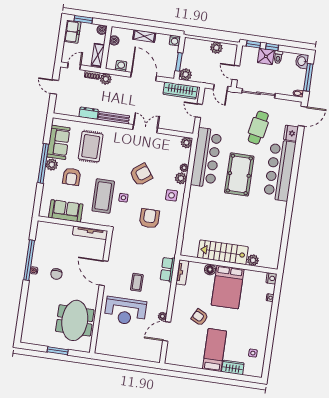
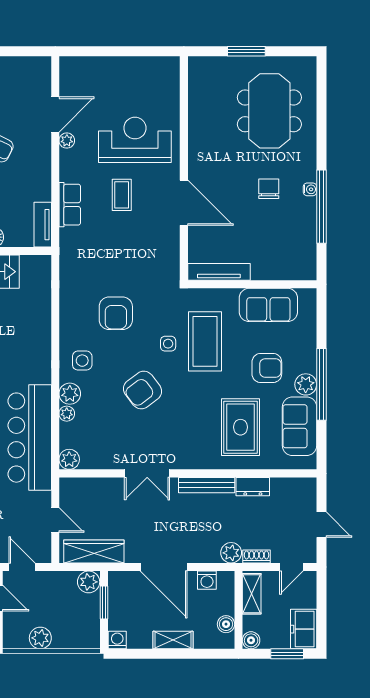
armchair: (72, 177) -> (267, 368), turned 90
row of seats: (168, 269) -> (70, 205), moved
meeting table: (75, 320) -> (269, 111), moved

